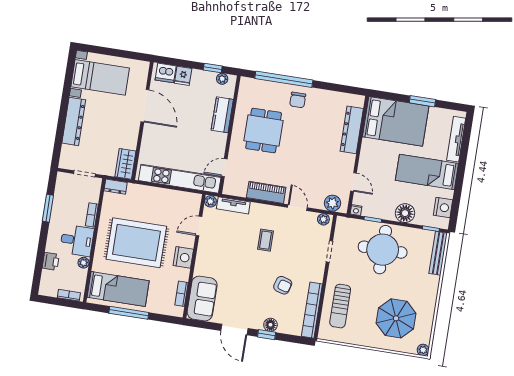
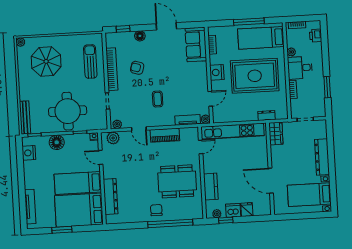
dishwasher: (166, 73) -> (233, 210), moved
dining table: (264, 131) -> (177, 181), width x1.37
bed: (427, 172) -> (78, 183), moved, turned 180
dresser: (116, 187) -> (266, 115), moved
printer: (51, 261) -> (316, 36), moved
bookcase: (312, 310) -> (112, 69), moved
window: (267, 335) -> (123, 29), moved

